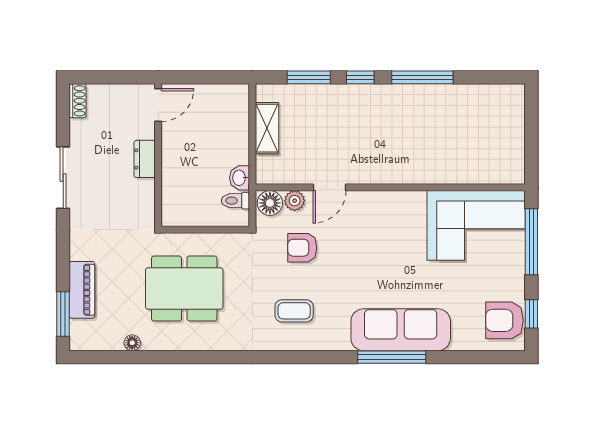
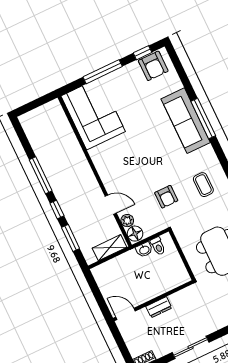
door: (330, 187) -> (111, 205), moved
wall: (390, 187) -> (95, 171), moved
plant: (295, 201) -> (127, 221), moved
floor lamp: (270, 203) -> (135, 234), moved
corner sofa: (476, 225) -> (93, 114), moved

